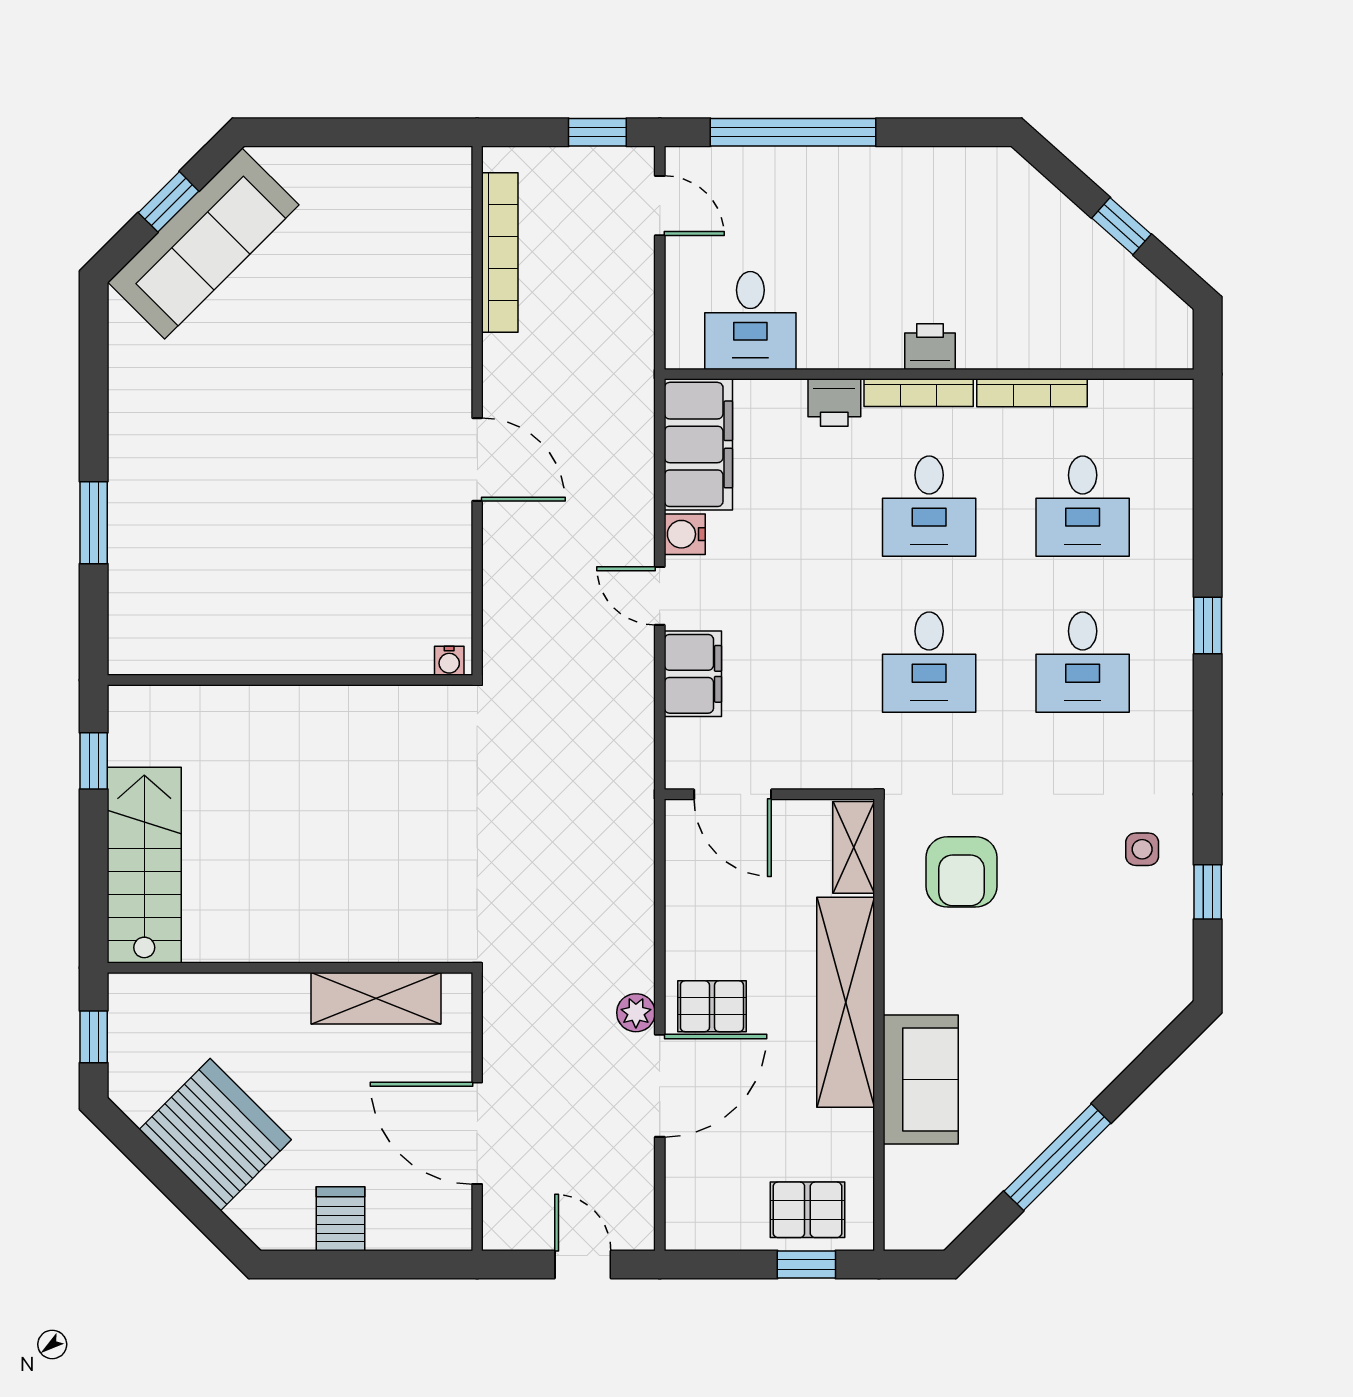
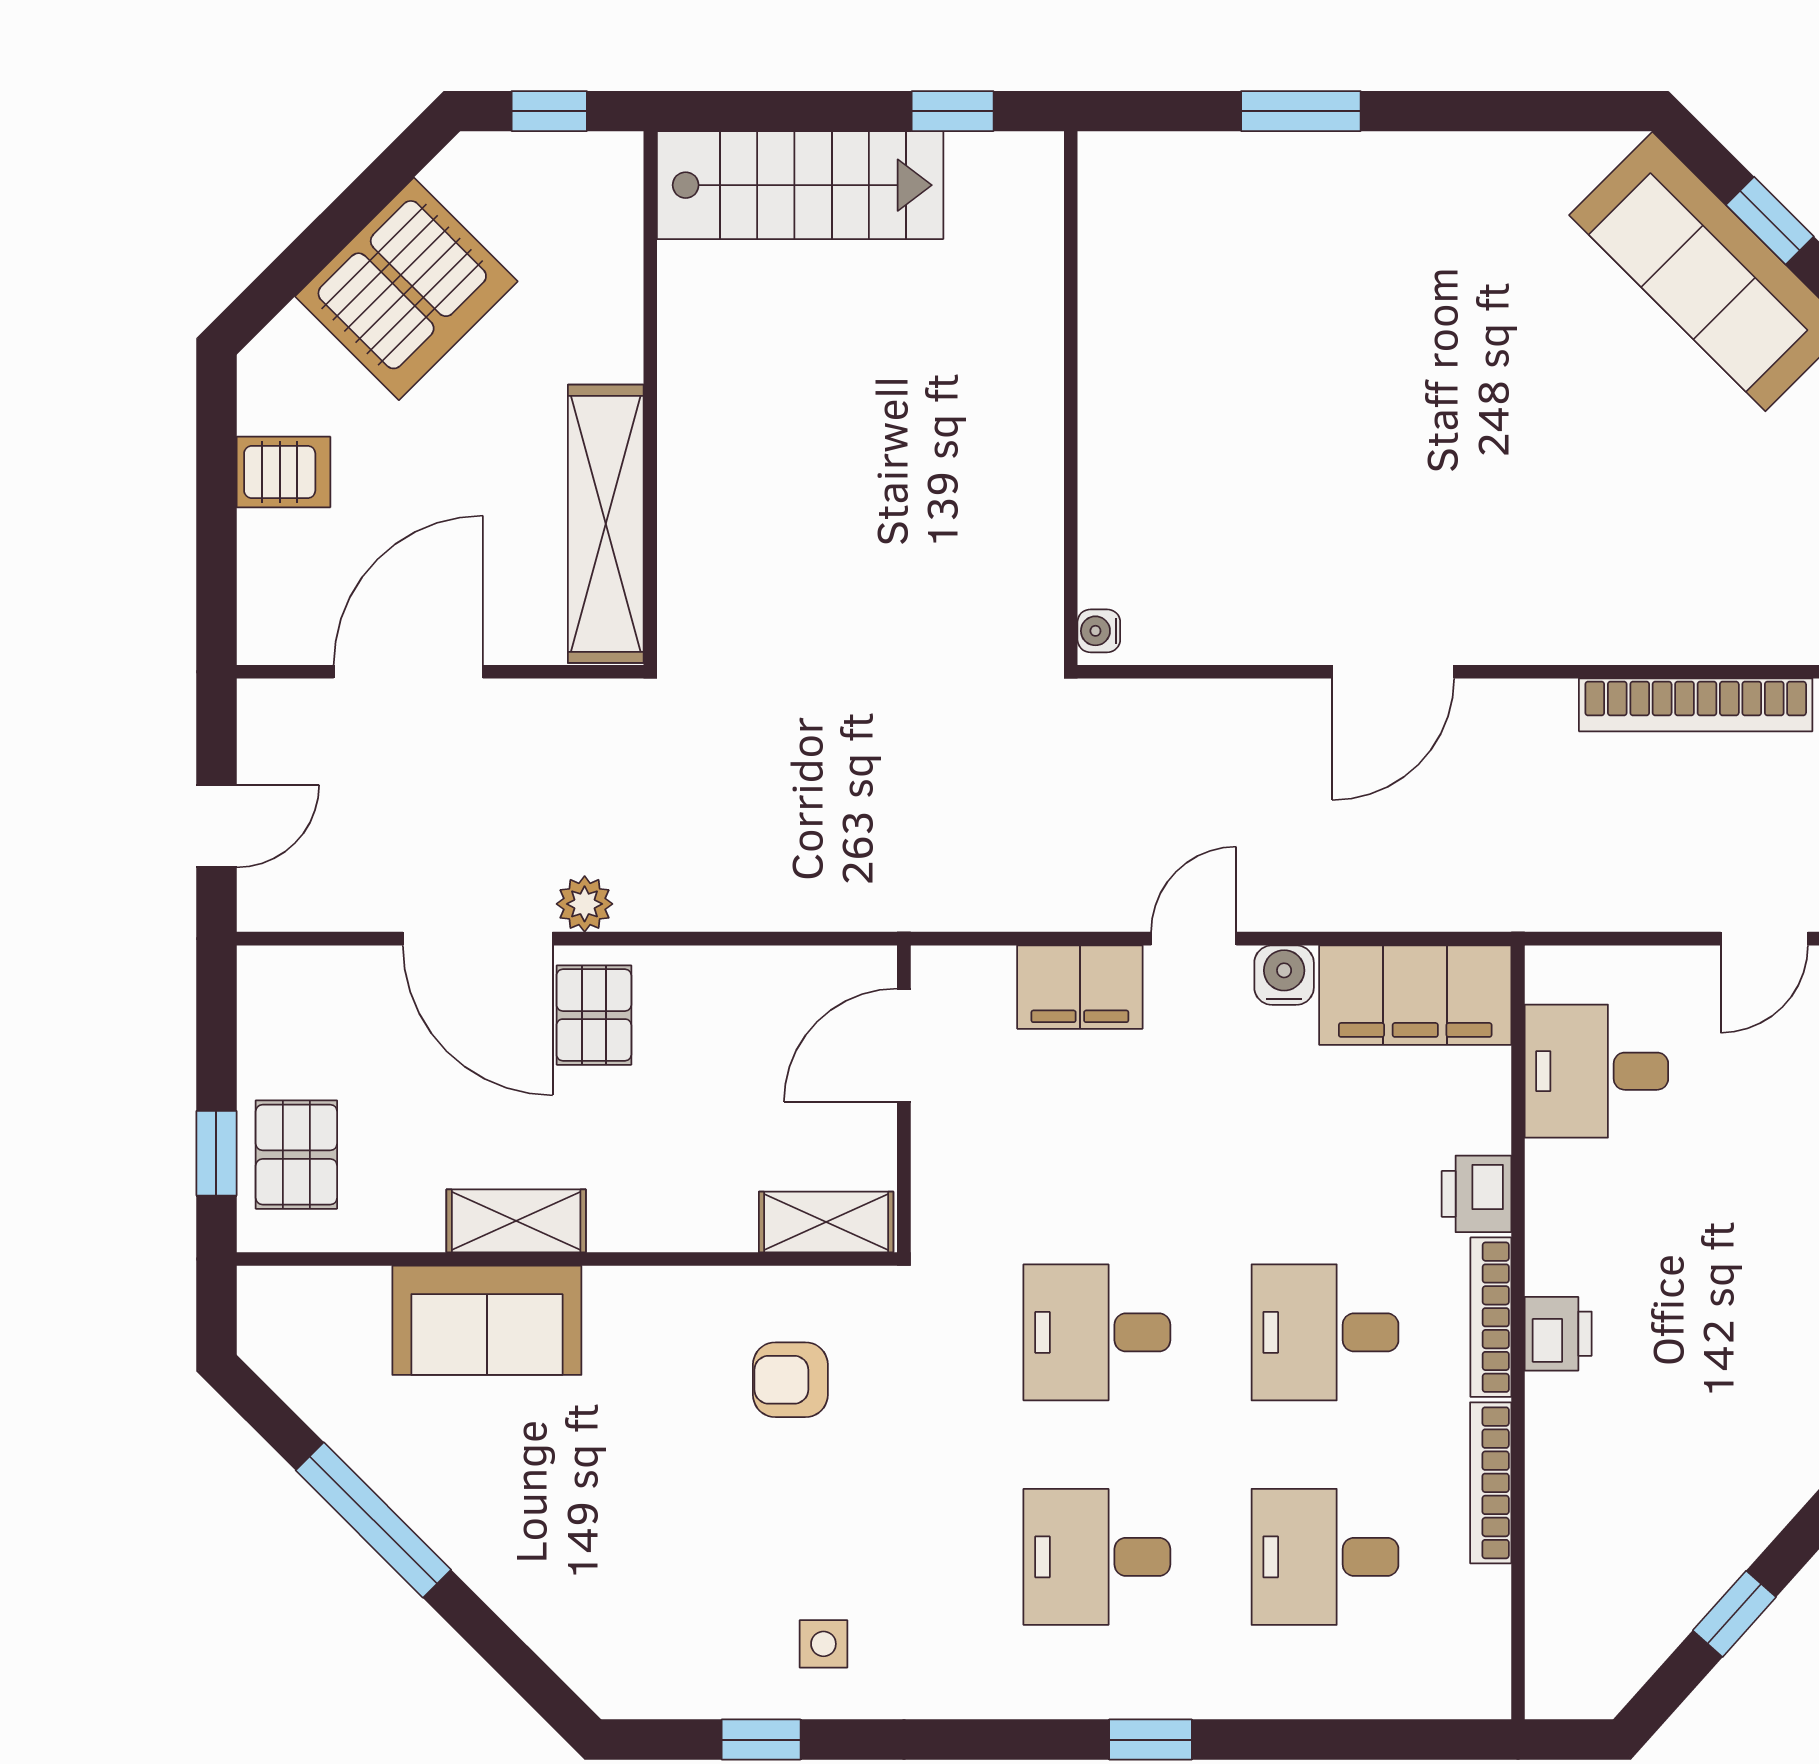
armchair: (961, 872) -> (790, 1380), width x0.72, depth x0.72
shelving: (376, 998) -> (606, 524), width x1.47
shelving: (846, 1002) -> (516, 1221), width x0.45, depth x0.75

